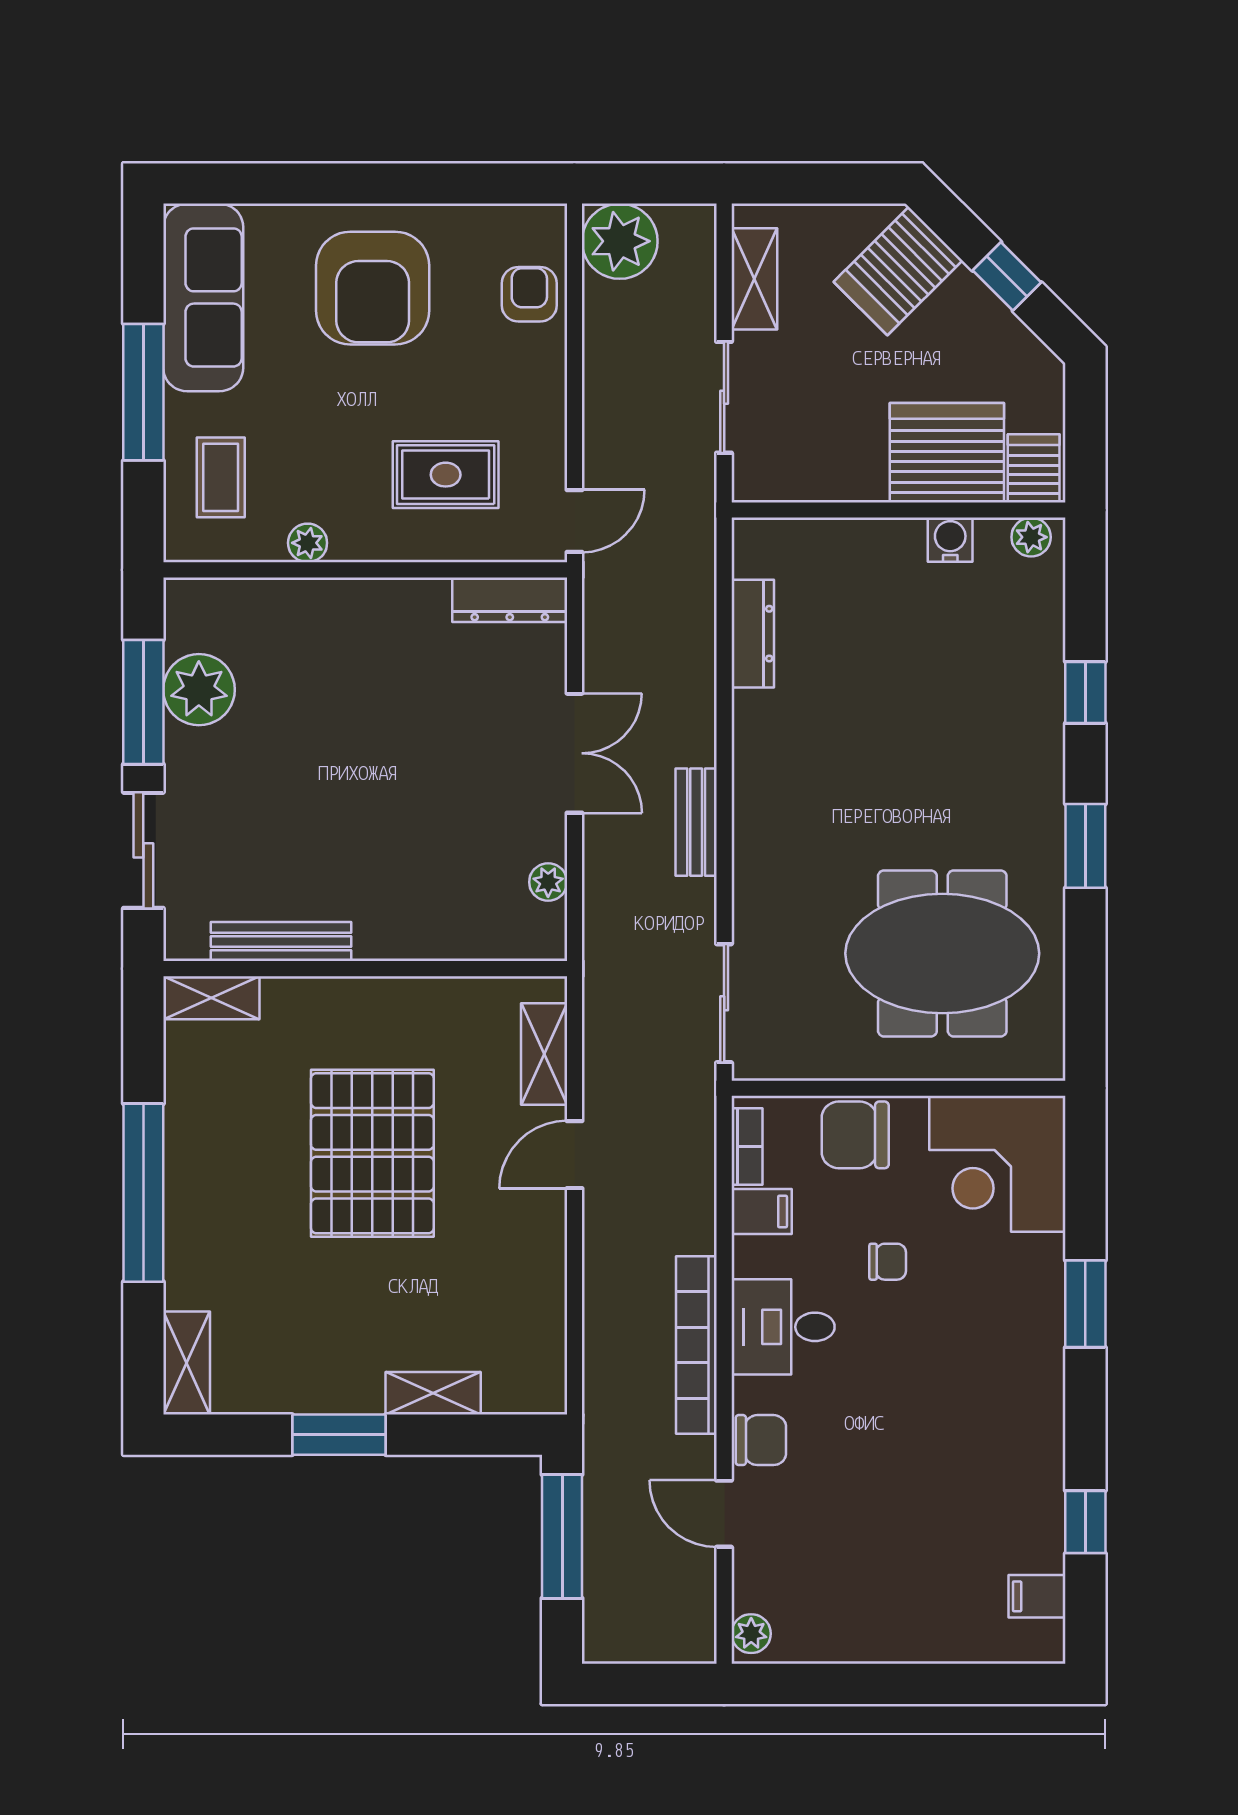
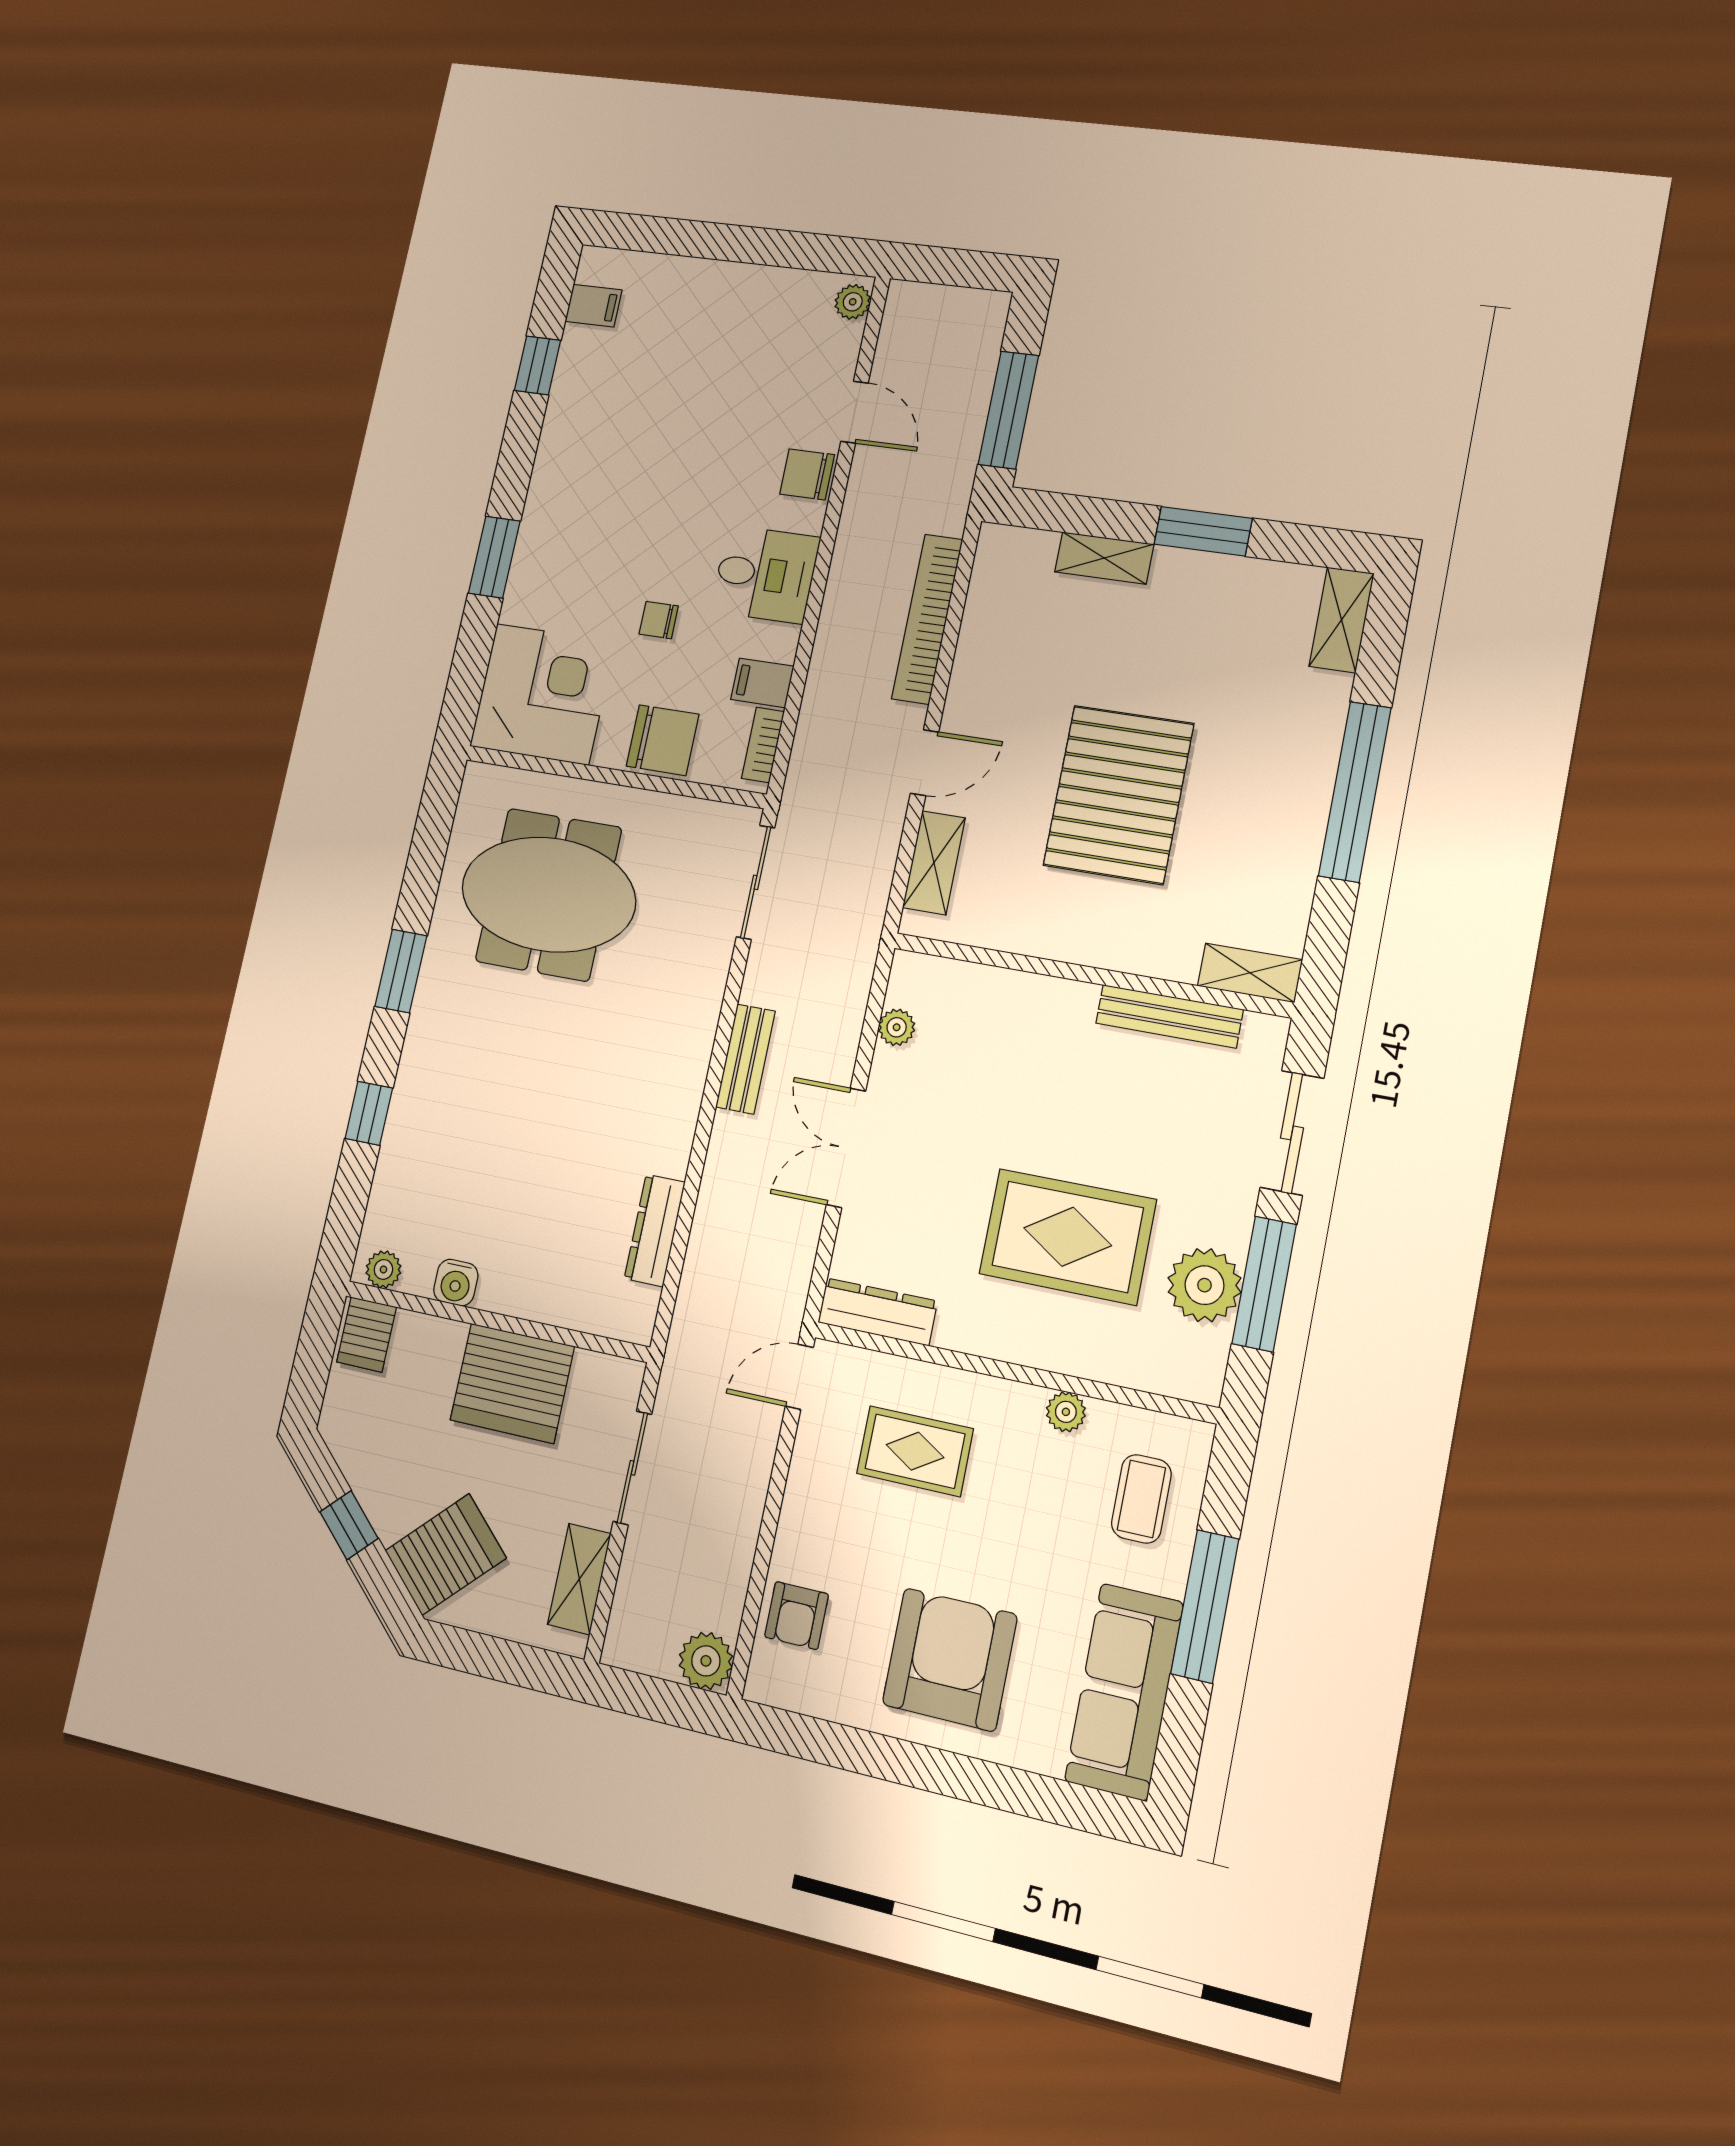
plant: (620, 241) -> (706, 1661), width x0.73, depth x0.73
server rack: (947, 453) -> (512, 1383), moved
rug: (338, 709) -> (1068, 1237), added
bookcase: (696, 1345) -> (927, 619), moved, turned 180

